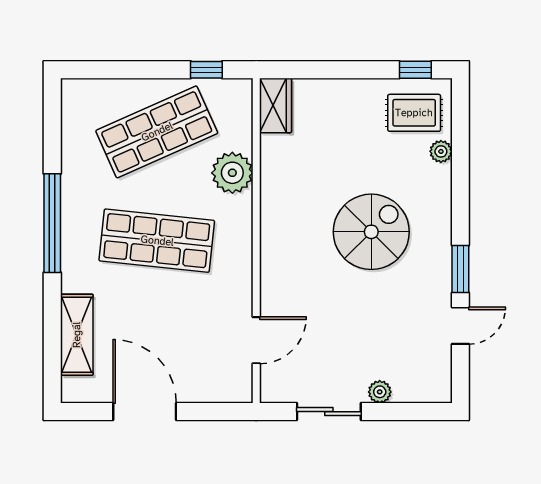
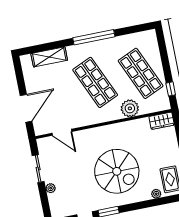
spiral stairs: (371, 232) -> (117, 171), width x1.37, depth x1.37
shop shelf: (157, 241) -> (95, 82), turned -30
door: (145, 412) -> (26, 108), moved

